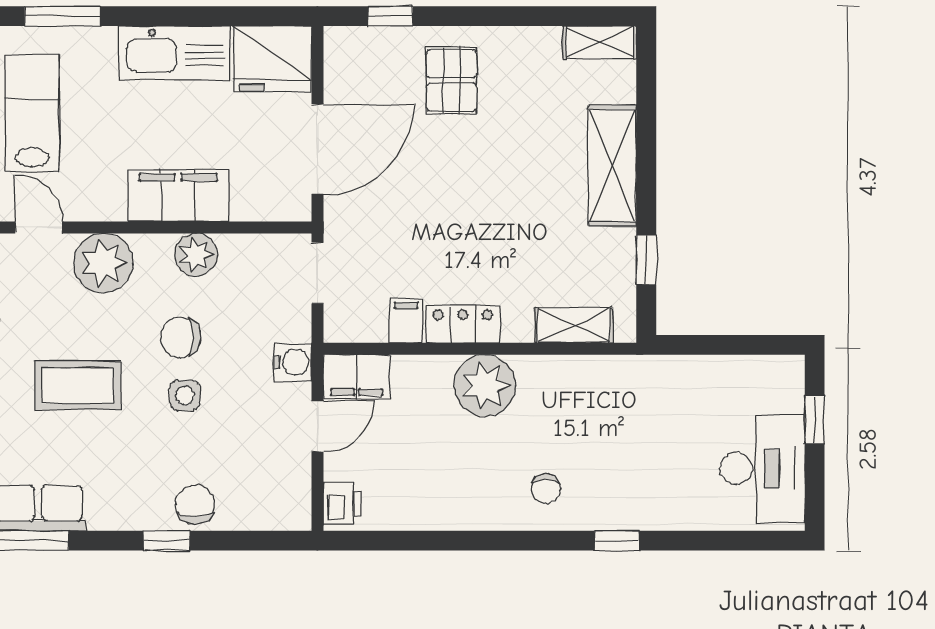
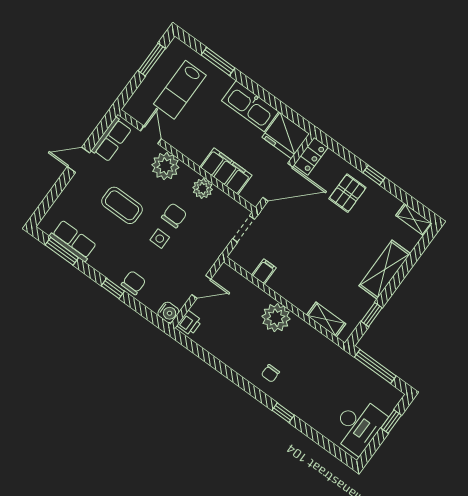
window: (391, 16) -> (374, 175), moved
lab bench: (32, 113) -> (180, 90), turned 180
filing cabinet: (178, 196) -> (226, 171), moved
locker: (463, 324) -> (311, 156), moved, turned 90
chair: (181, 337) -> (174, 215), turned 90
window: (718, 345) -> (375, 367), added
water cooler: (293, 362) -> (168, 312), moved
filing cabinet: (356, 377) -> (230, 279), removed

